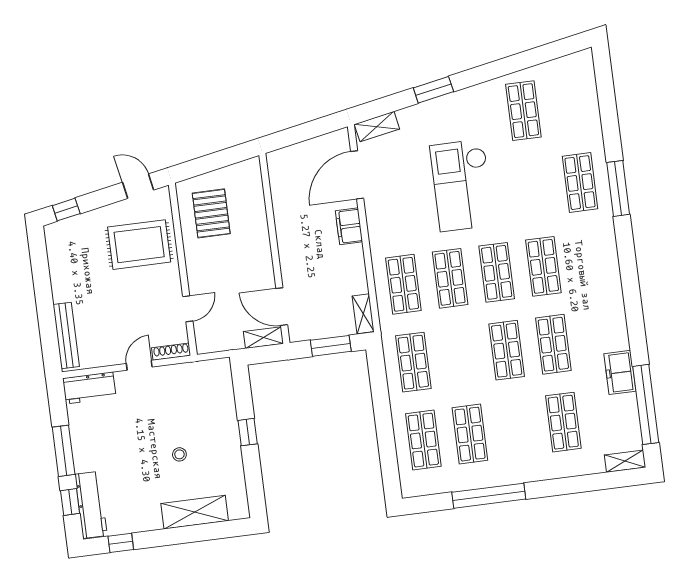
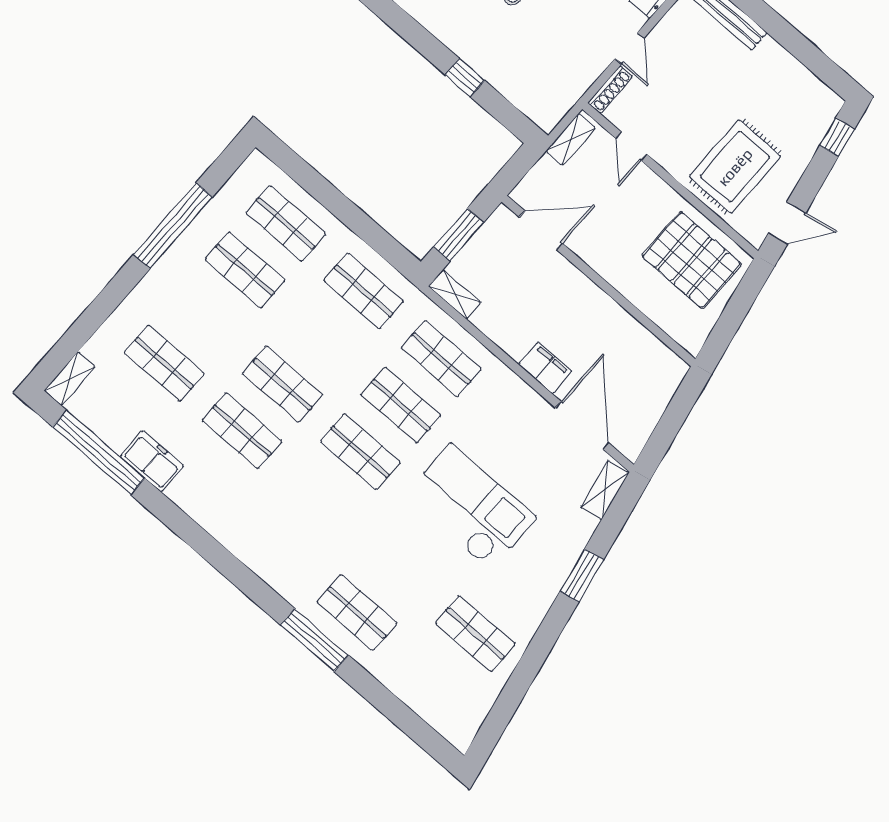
pallet: (211, 213) -> (692, 260), width x1.37, depth x1.41
shop shelf: (543, 266) -> (320, 498), removed
shelving: (263, 338) -> (571, 139), moved

